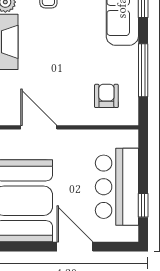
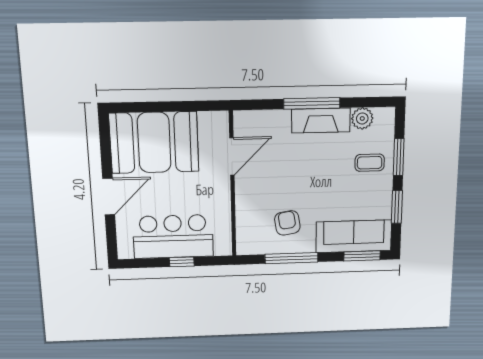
armchair: (106, 96) -> (287, 223), moved, turned -99
window: (143, 205) -> (182, 262), moved

